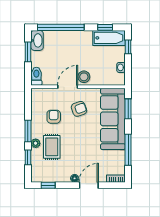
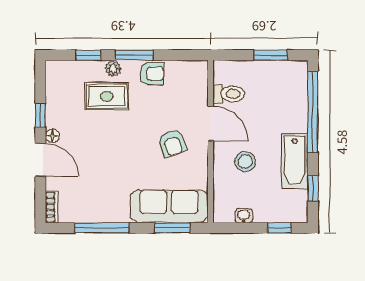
bathtub: (109, 38) -> (295, 161), moved
washbasin: (37, 40) -> (290, 71), removed
toilet: (36, 76) -> (229, 94), moved
stool: (84, 77) -> (245, 162), moved
armchair: (54, 117) -> (152, 74), moved
sofa: (113, 119) -> (169, 206), width x0.74, depth x0.79
window: (48, 185) -> (40, 116), moved

